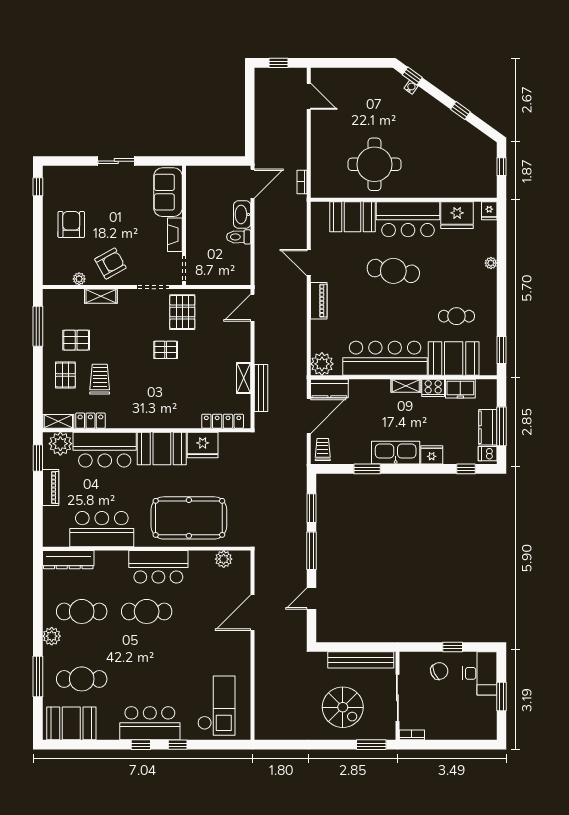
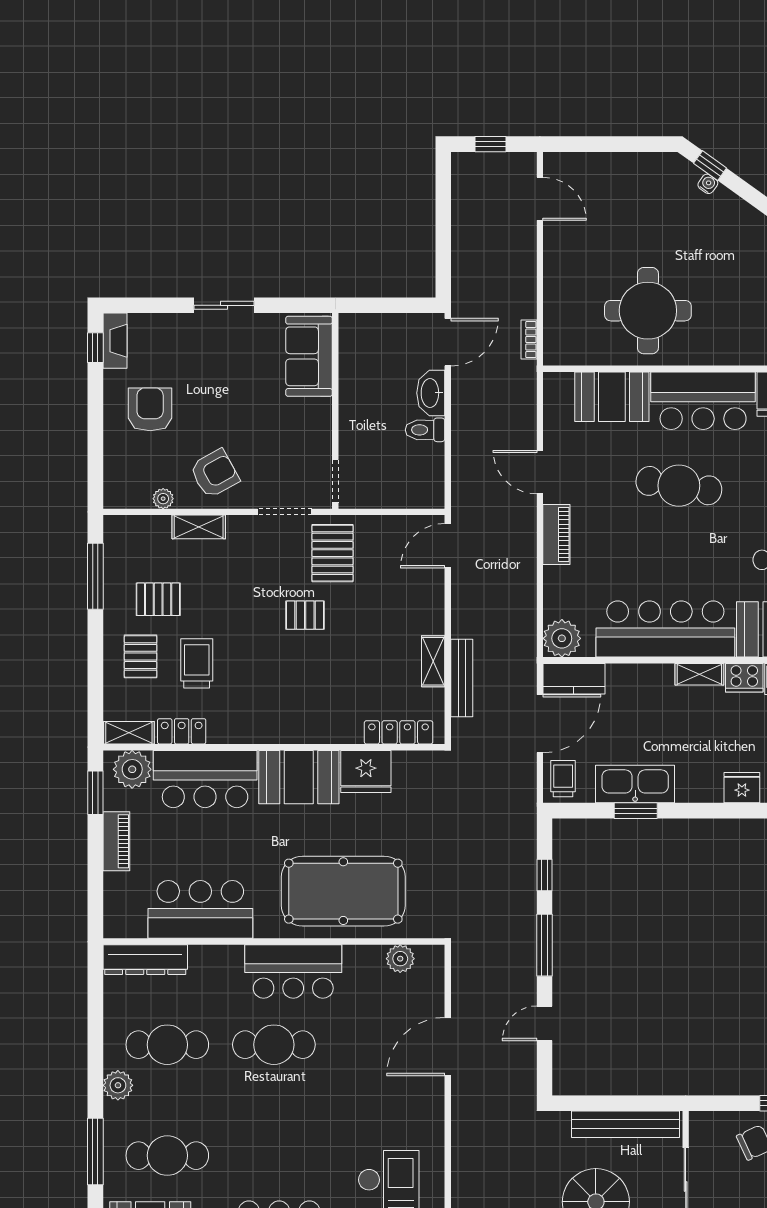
fireplace: (175, 235) -> (115, 341), moved, turned 180
kitchen sink: (396, 453) -> (635, 784), moved
window: (311, 508) -> (544, 875), width x0.67

